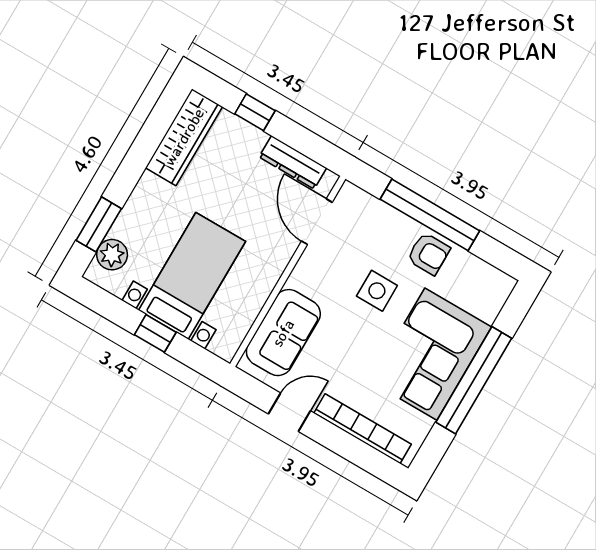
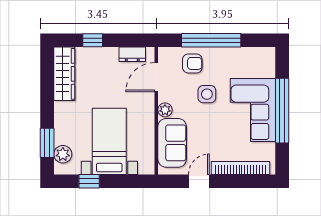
dresser: (293, 162) -> (132, 54), width x0.70
door: (317, 222) -> (156, 77), hinge flipped
armchair: (429, 254) -> (192, 63), moved
plant: (301, 278) -> (165, 110), added
window: (155, 333) -> (89, 181), moved

